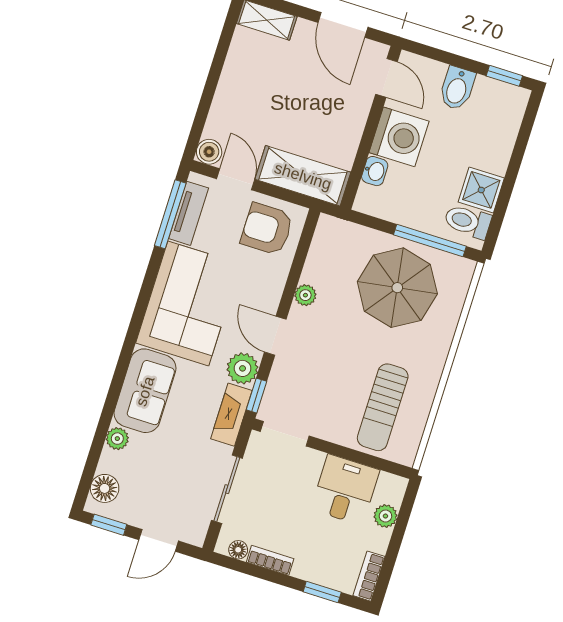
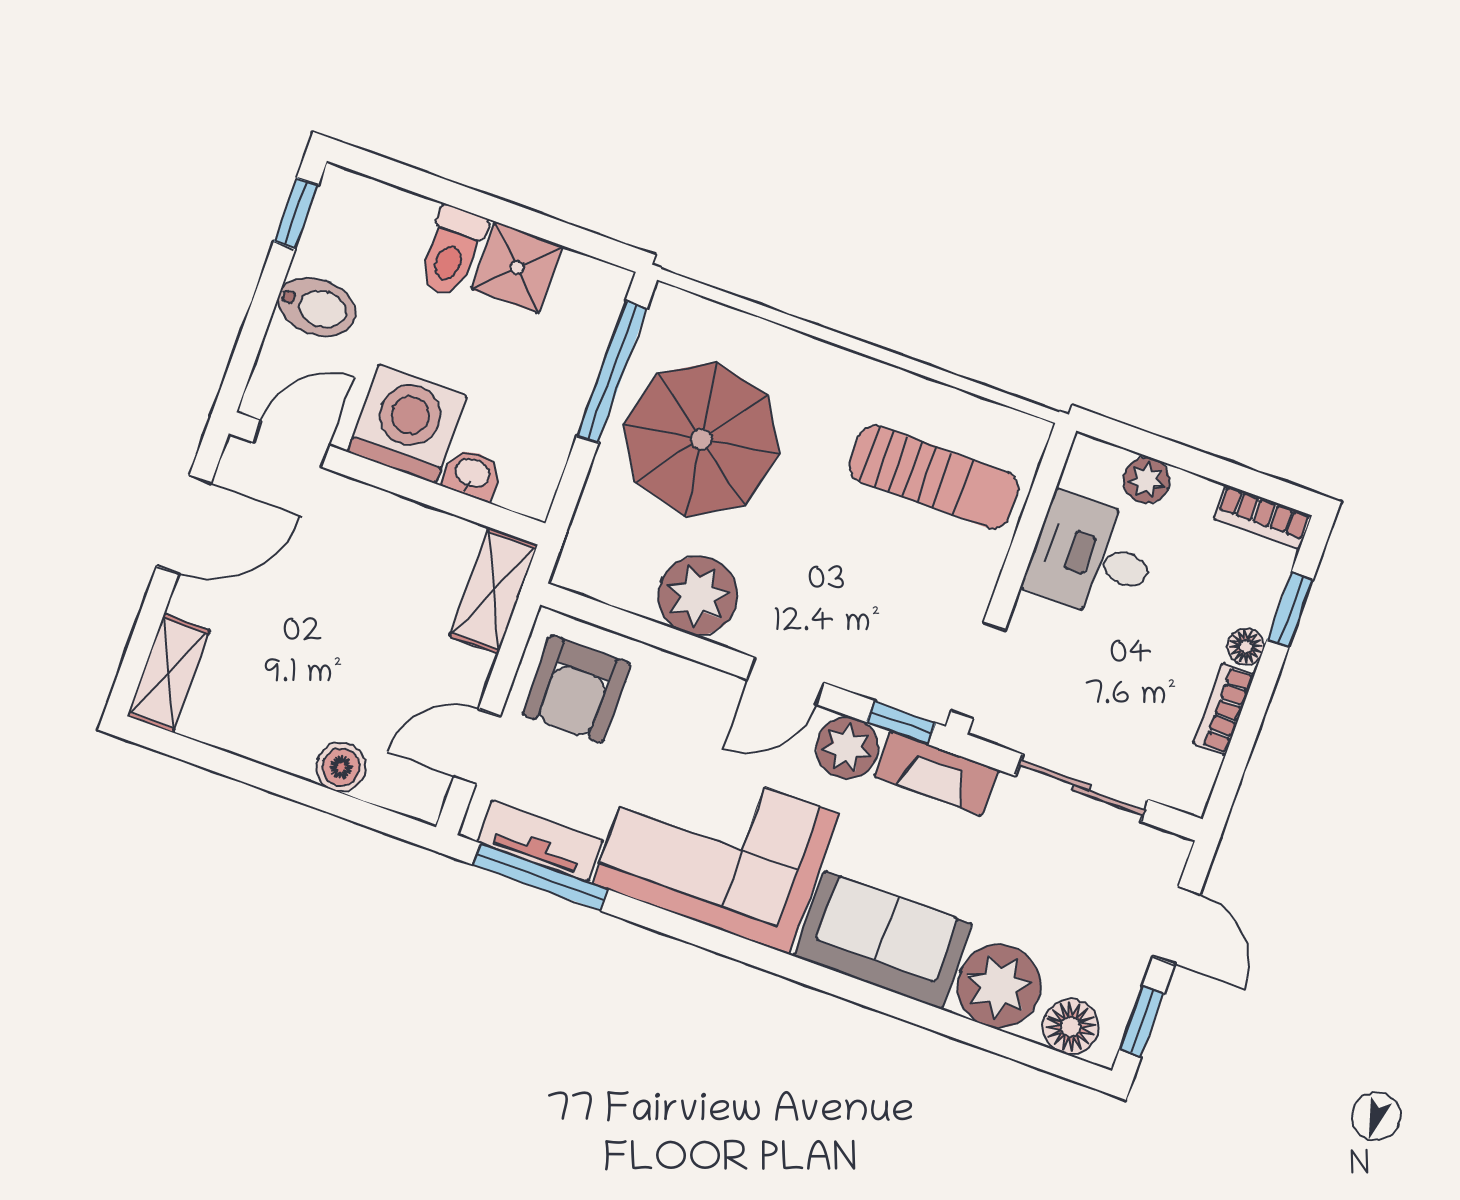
boiler: (209, 152) -> (341, 767), moved
shelving: (303, 176) -> (494, 590), width x0.67, depth x0.75
toilet: (468, 221) -> (452, 252), moved
plant: (305, 295) -> (698, 596), width x1.88, depth x1.88
plant: (117, 439) -> (999, 986), width x1.88, depth x1.88
floor lamp: (238, 550) -> (1246, 647), moved

